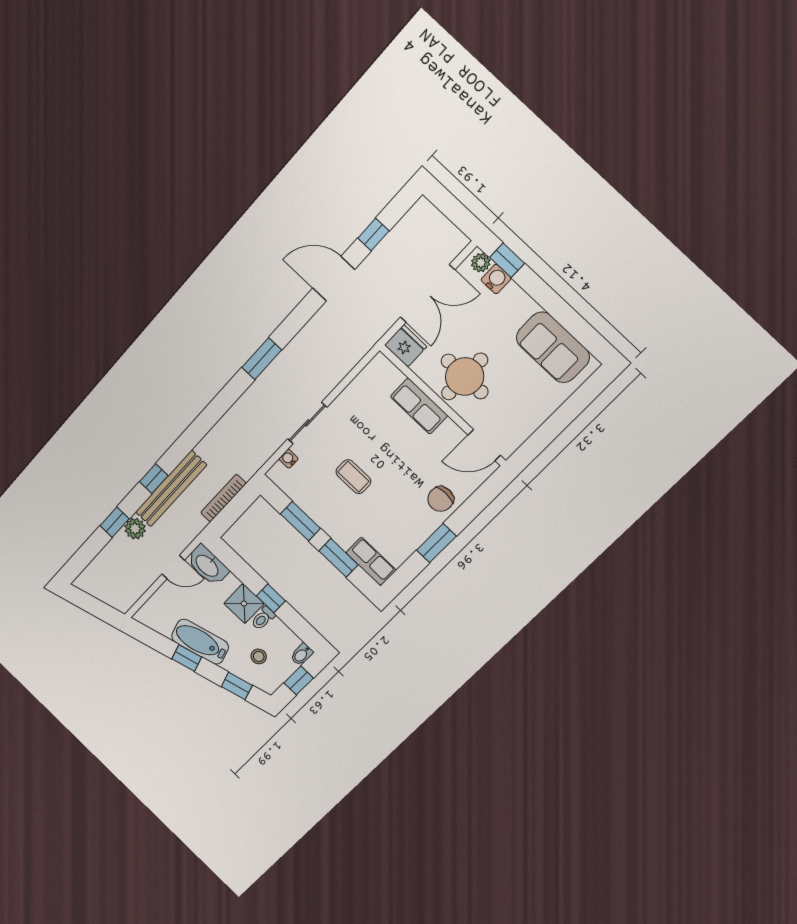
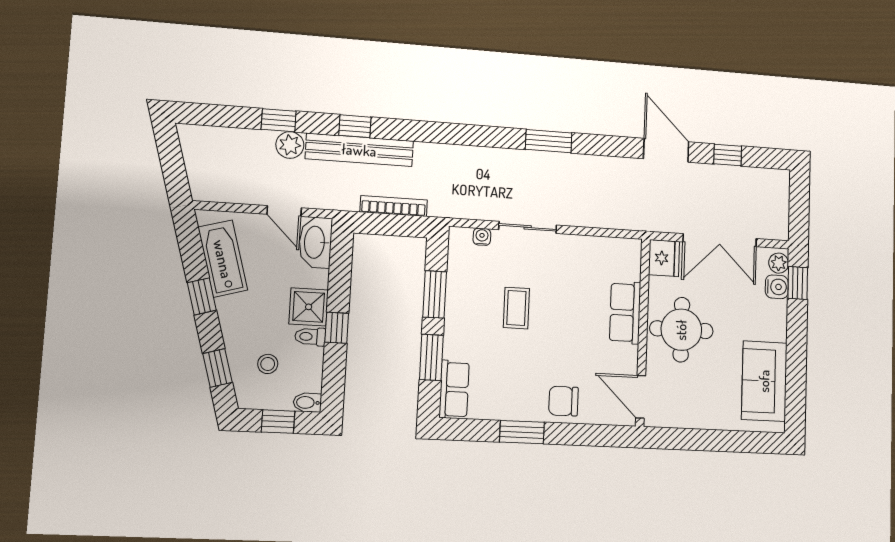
bathtub: (200, 642) -> (223, 259), moved

